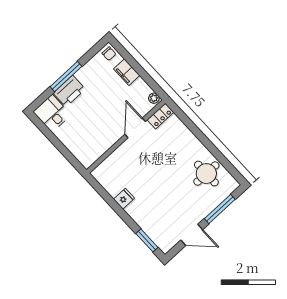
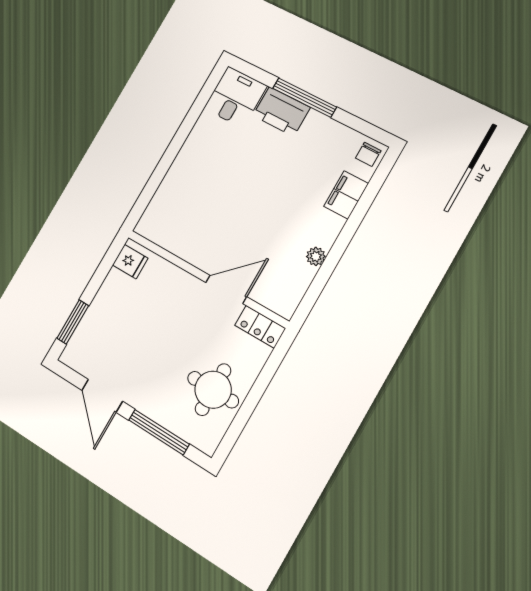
locker: (160, 116) -> (260, 327), moved
door: (135, 128) -> (226, 290), moved
wall: (126, 136) -> (207, 278), moved

